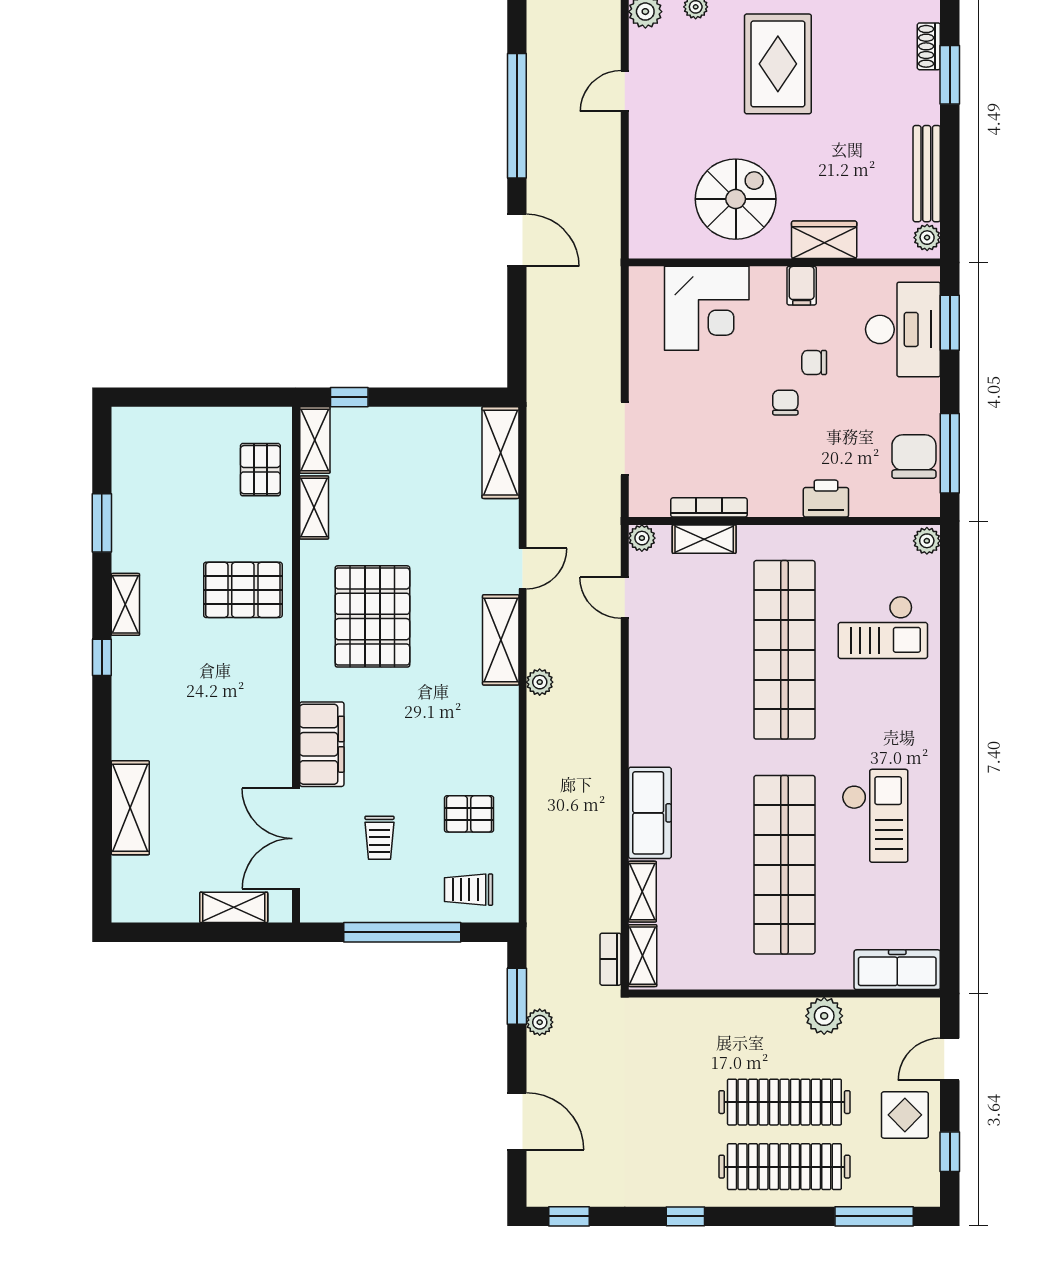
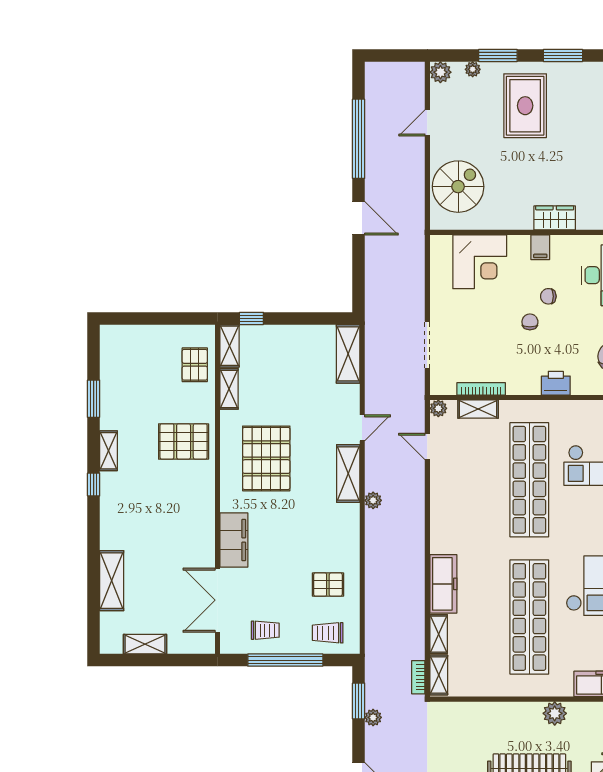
spiral stairs: (736, 199) -> (458, 187), moved
trolley: (379, 838) -> (265, 630), moved, turned -90
shelving: (234, 907) -> (145, 644), moved

